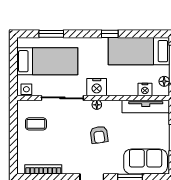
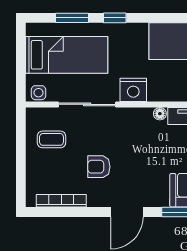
window: (110, 34) -> (115, 18), moved
floor lamp: (97, 105) -> (160, 114), moved
armchair: (99, 135) -> (99, 167), moved, turned 98

